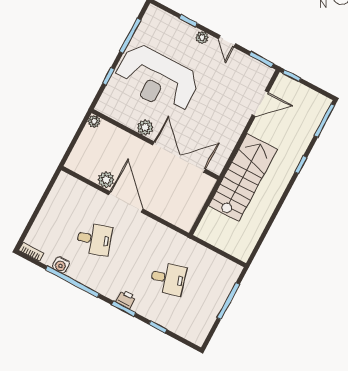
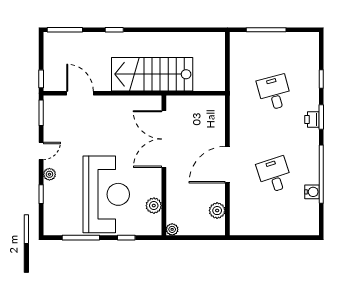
plant: (145, 127) -> (154, 206), moved
plant: (106, 180) -> (217, 211), moved
bookcase: (31, 252) -> (314, 224), removed

